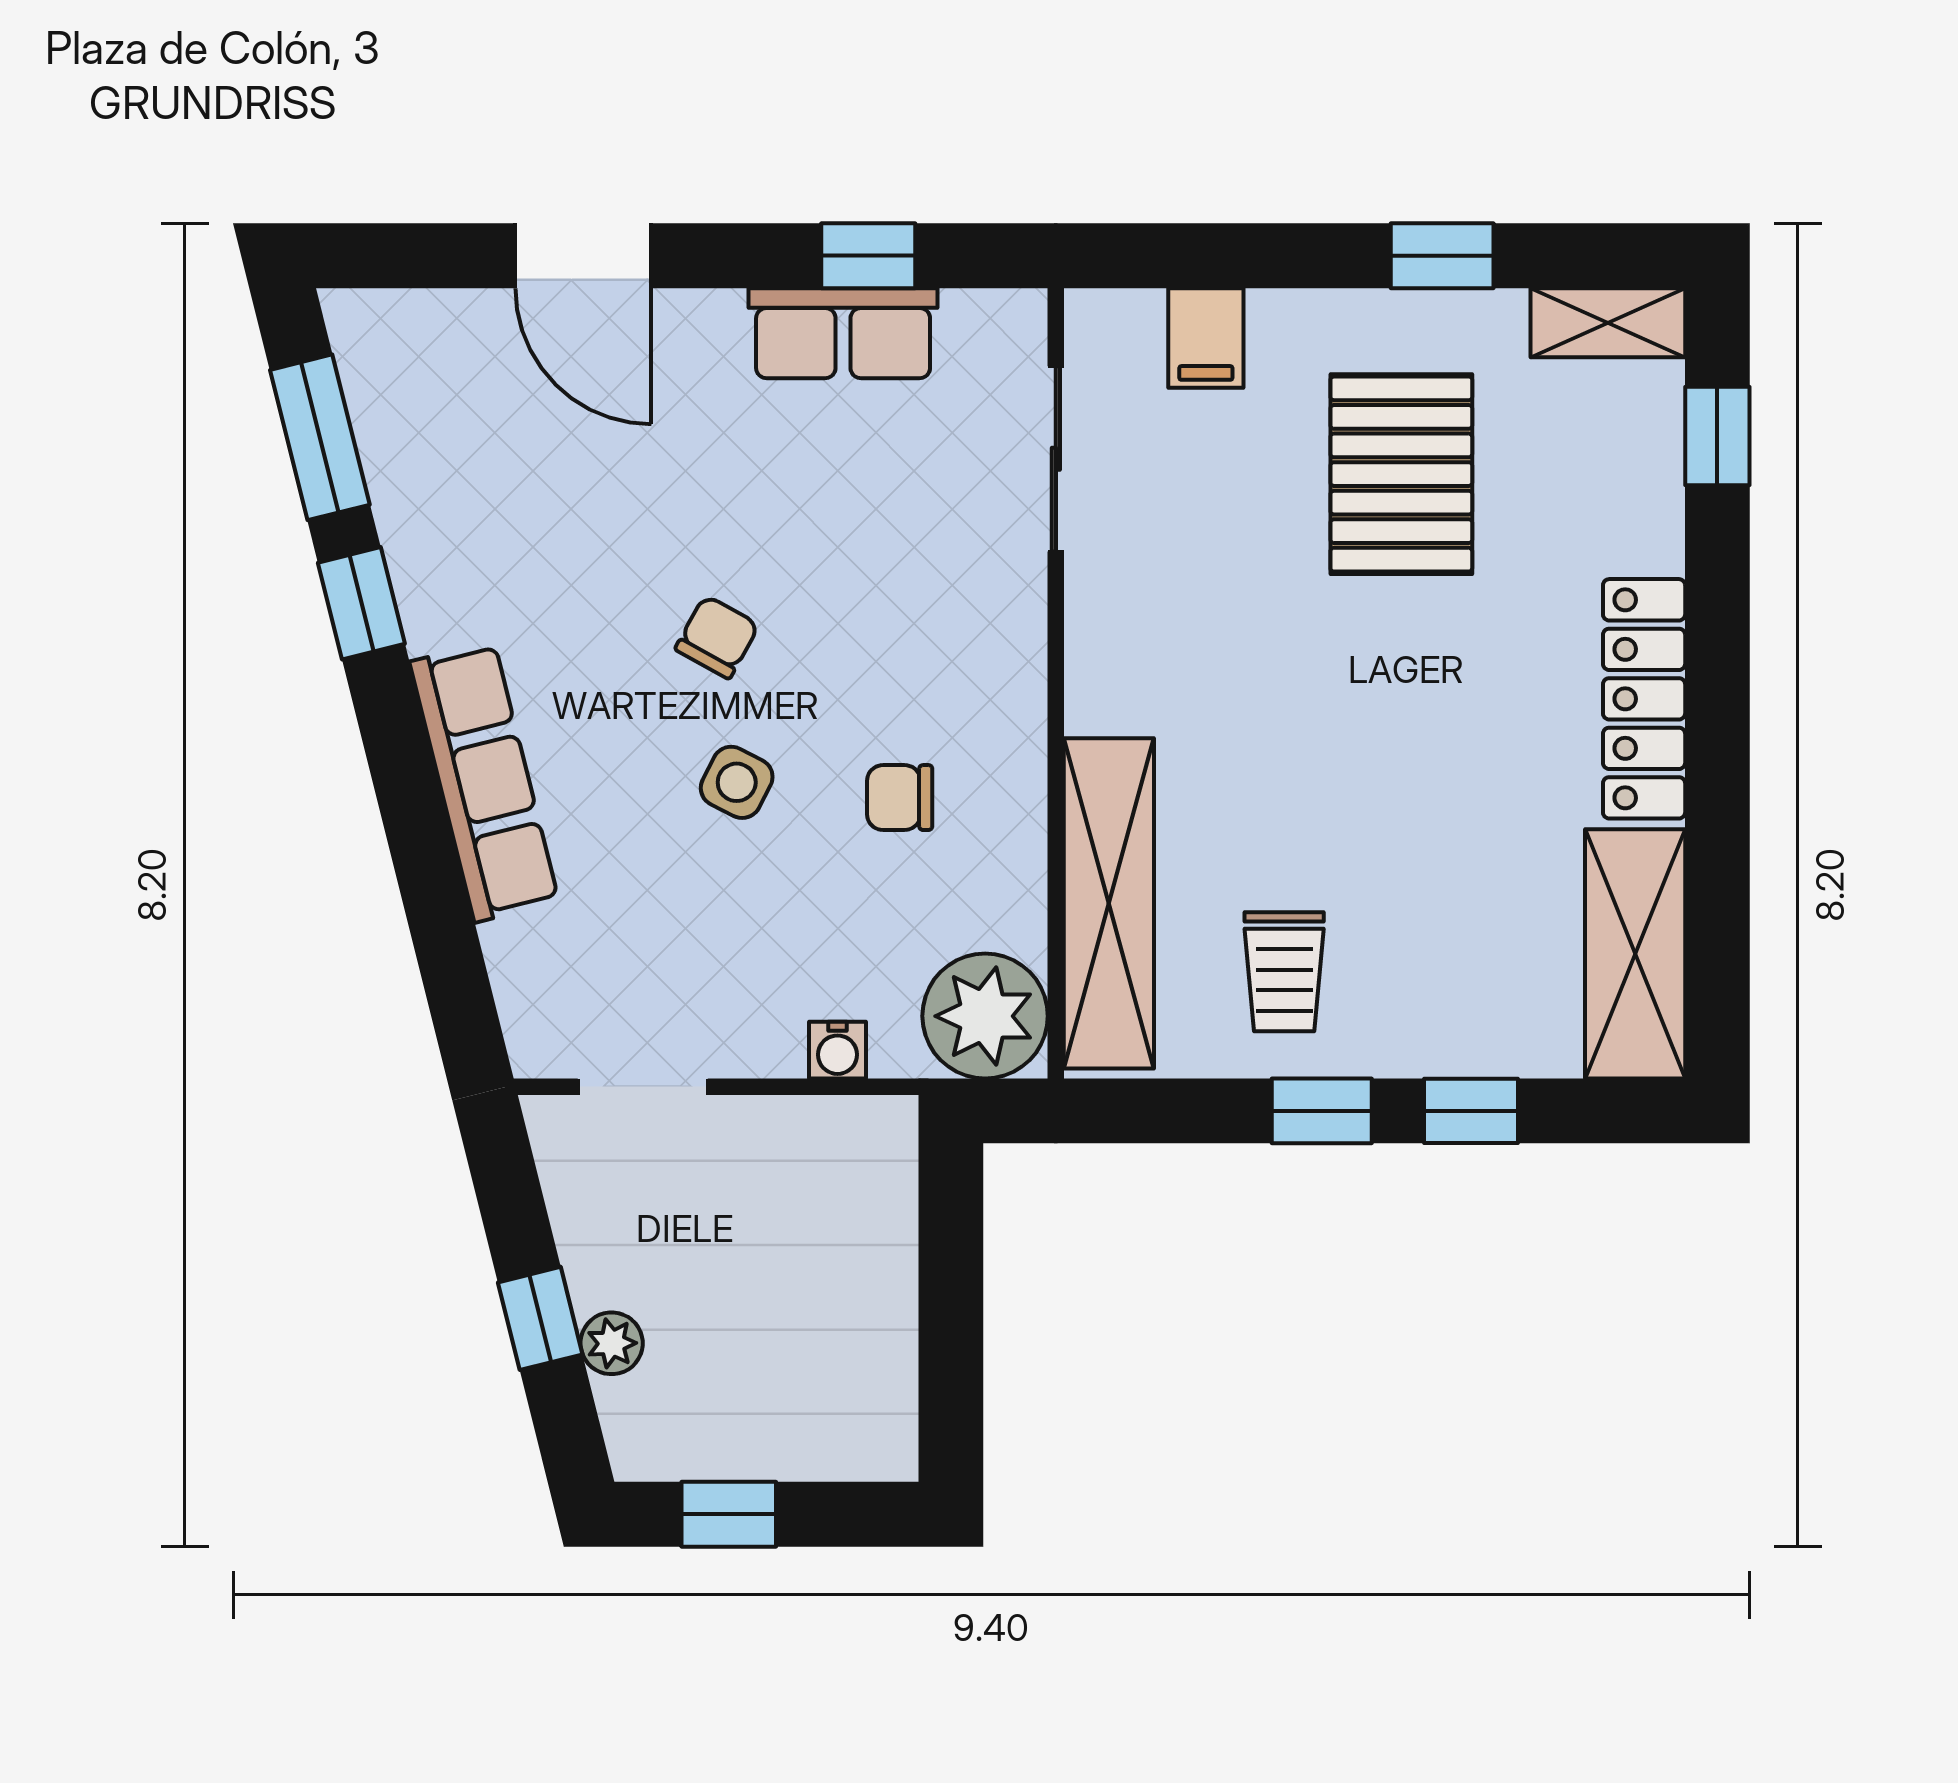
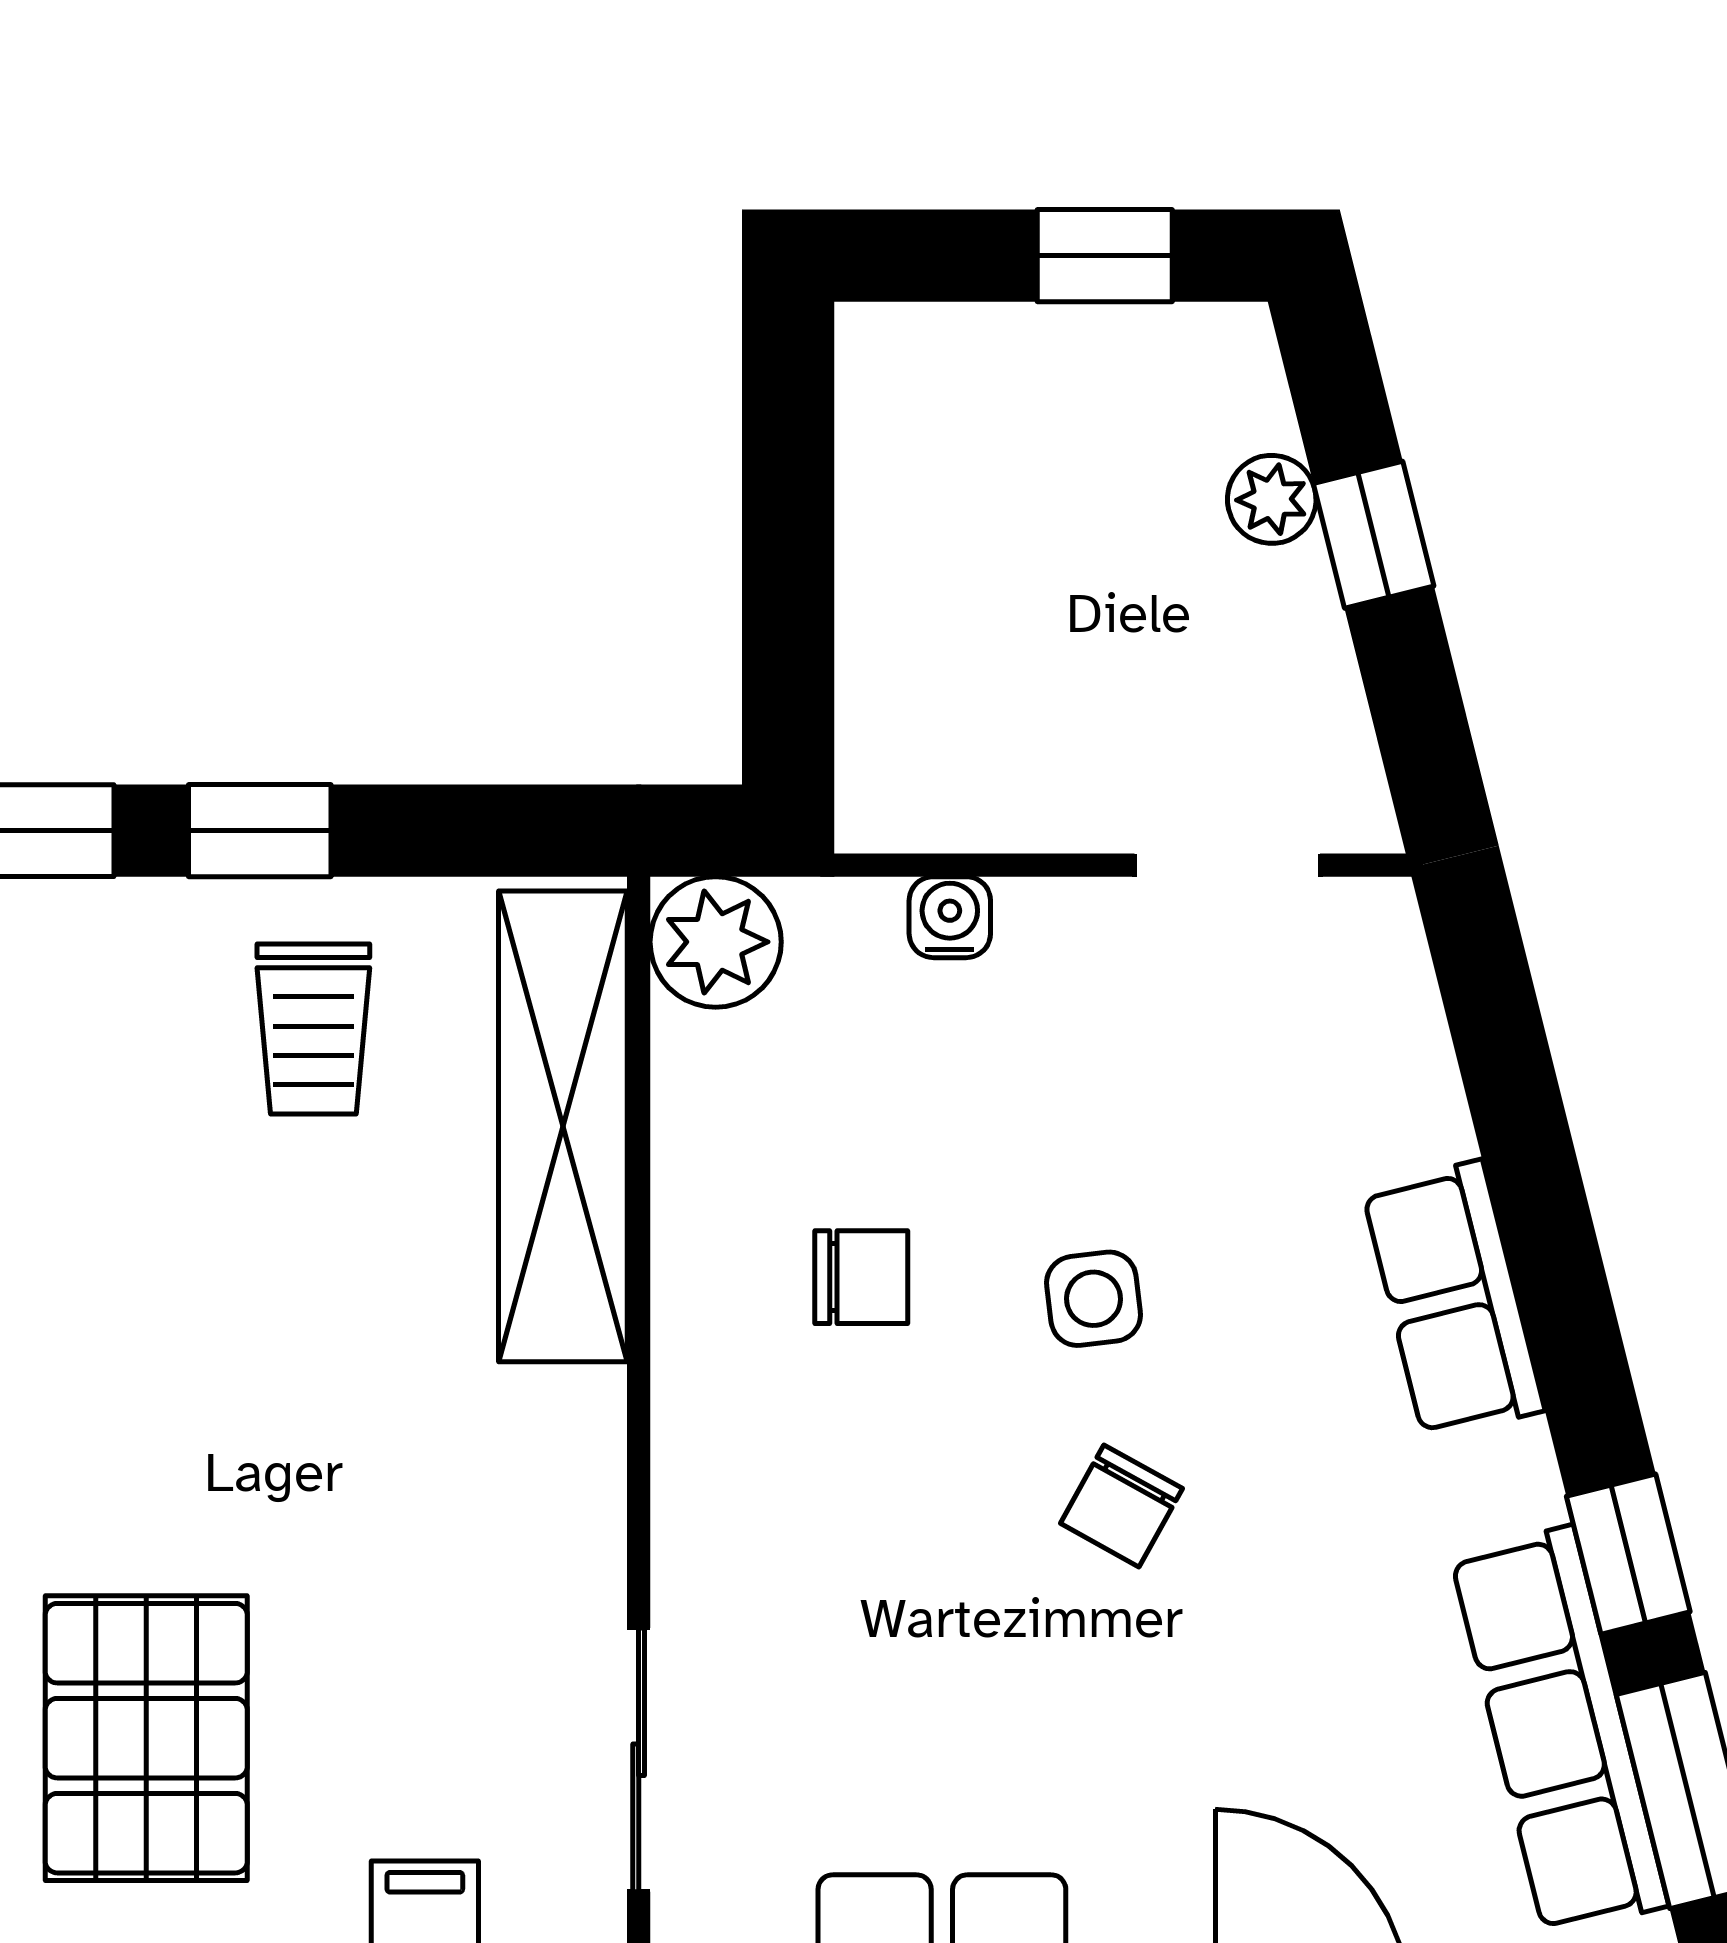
row of seats: (410, 479) -> (1559, 1731), added
row of seats: (484, 782) -> (1453, 1300), width x0.68
side table: (737, 782) -> (1094, 1299), turned -34
trolley: (1284, 972) -> (313, 1029), turned 180
plant: (985, 1016) -> (716, 942), width x0.73, depth x0.73

